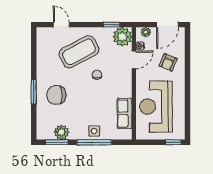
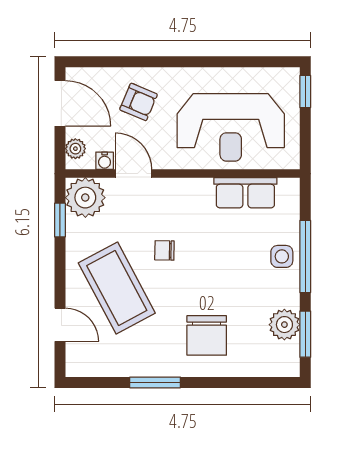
door: (61, 25) -> (60, 325), swing flipped
window: (34, 92) -> (155, 382), moved

